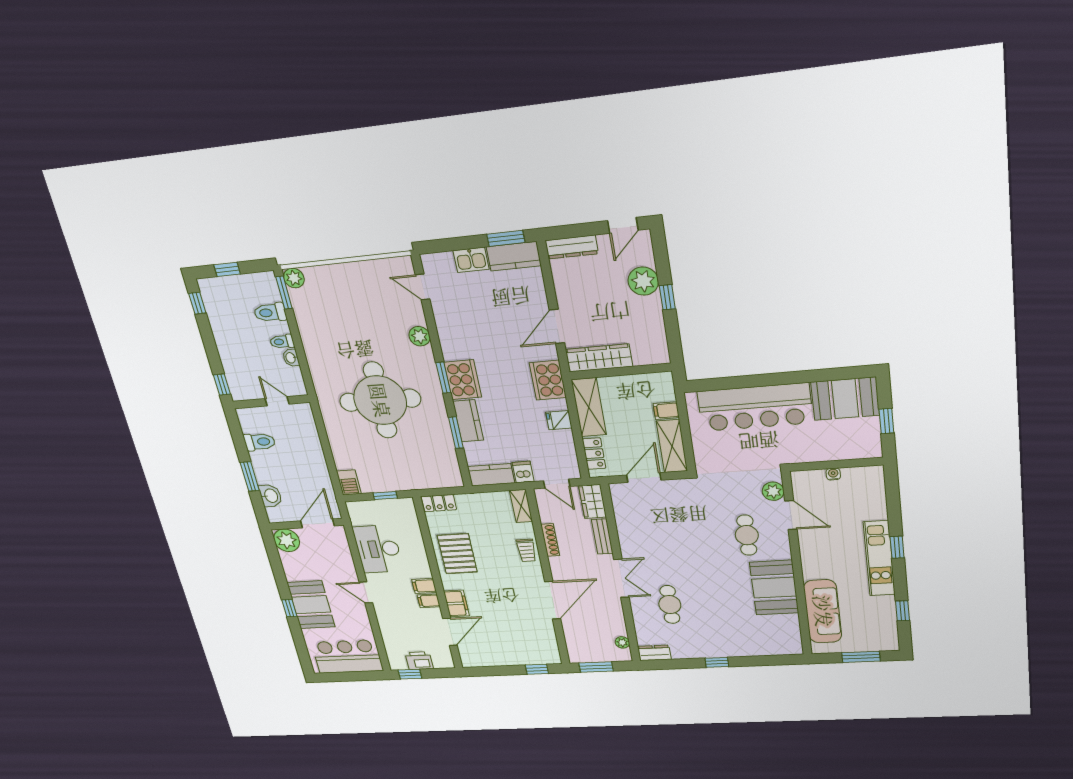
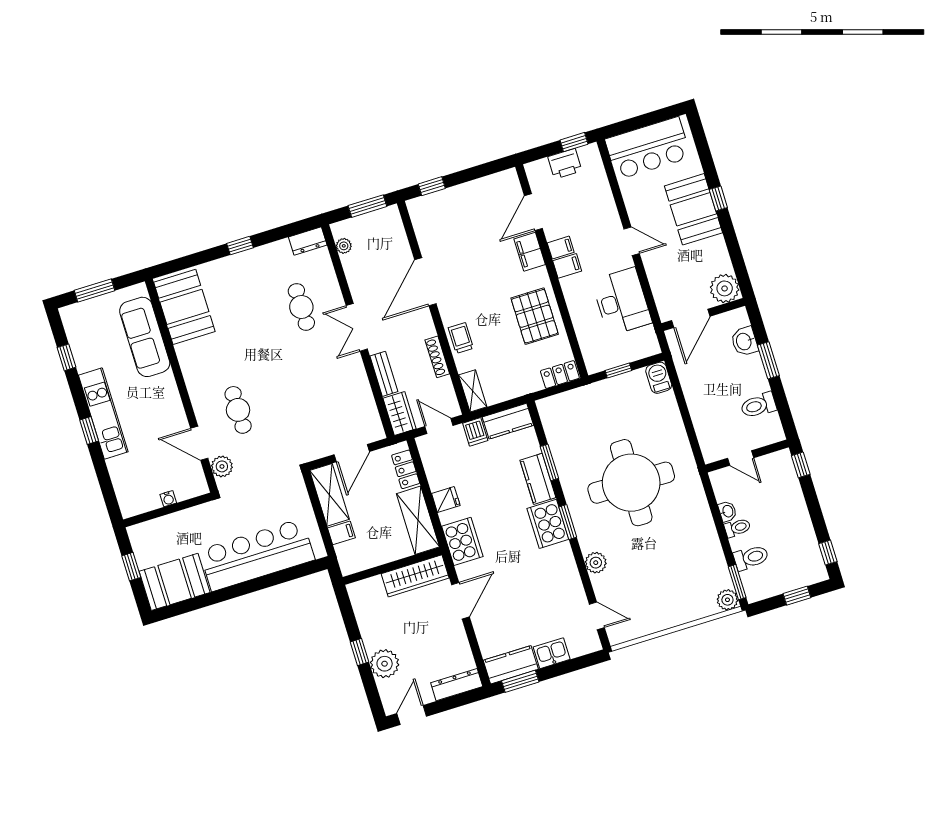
booth: (774, 588) -> (184, 307), moved

